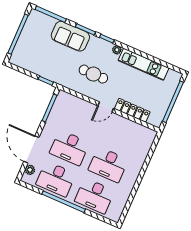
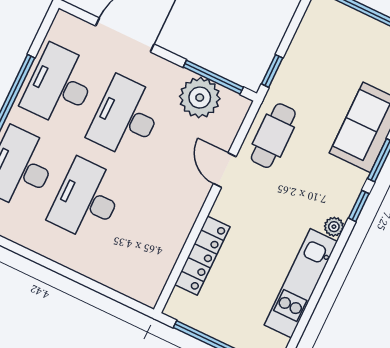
cafe table: (93, 74) -> (273, 136), moved
door: (106, 107) -> (225, 170), moved
plant: (30, 170) -> (200, 98), moved, width x1.87, depth x1.87

